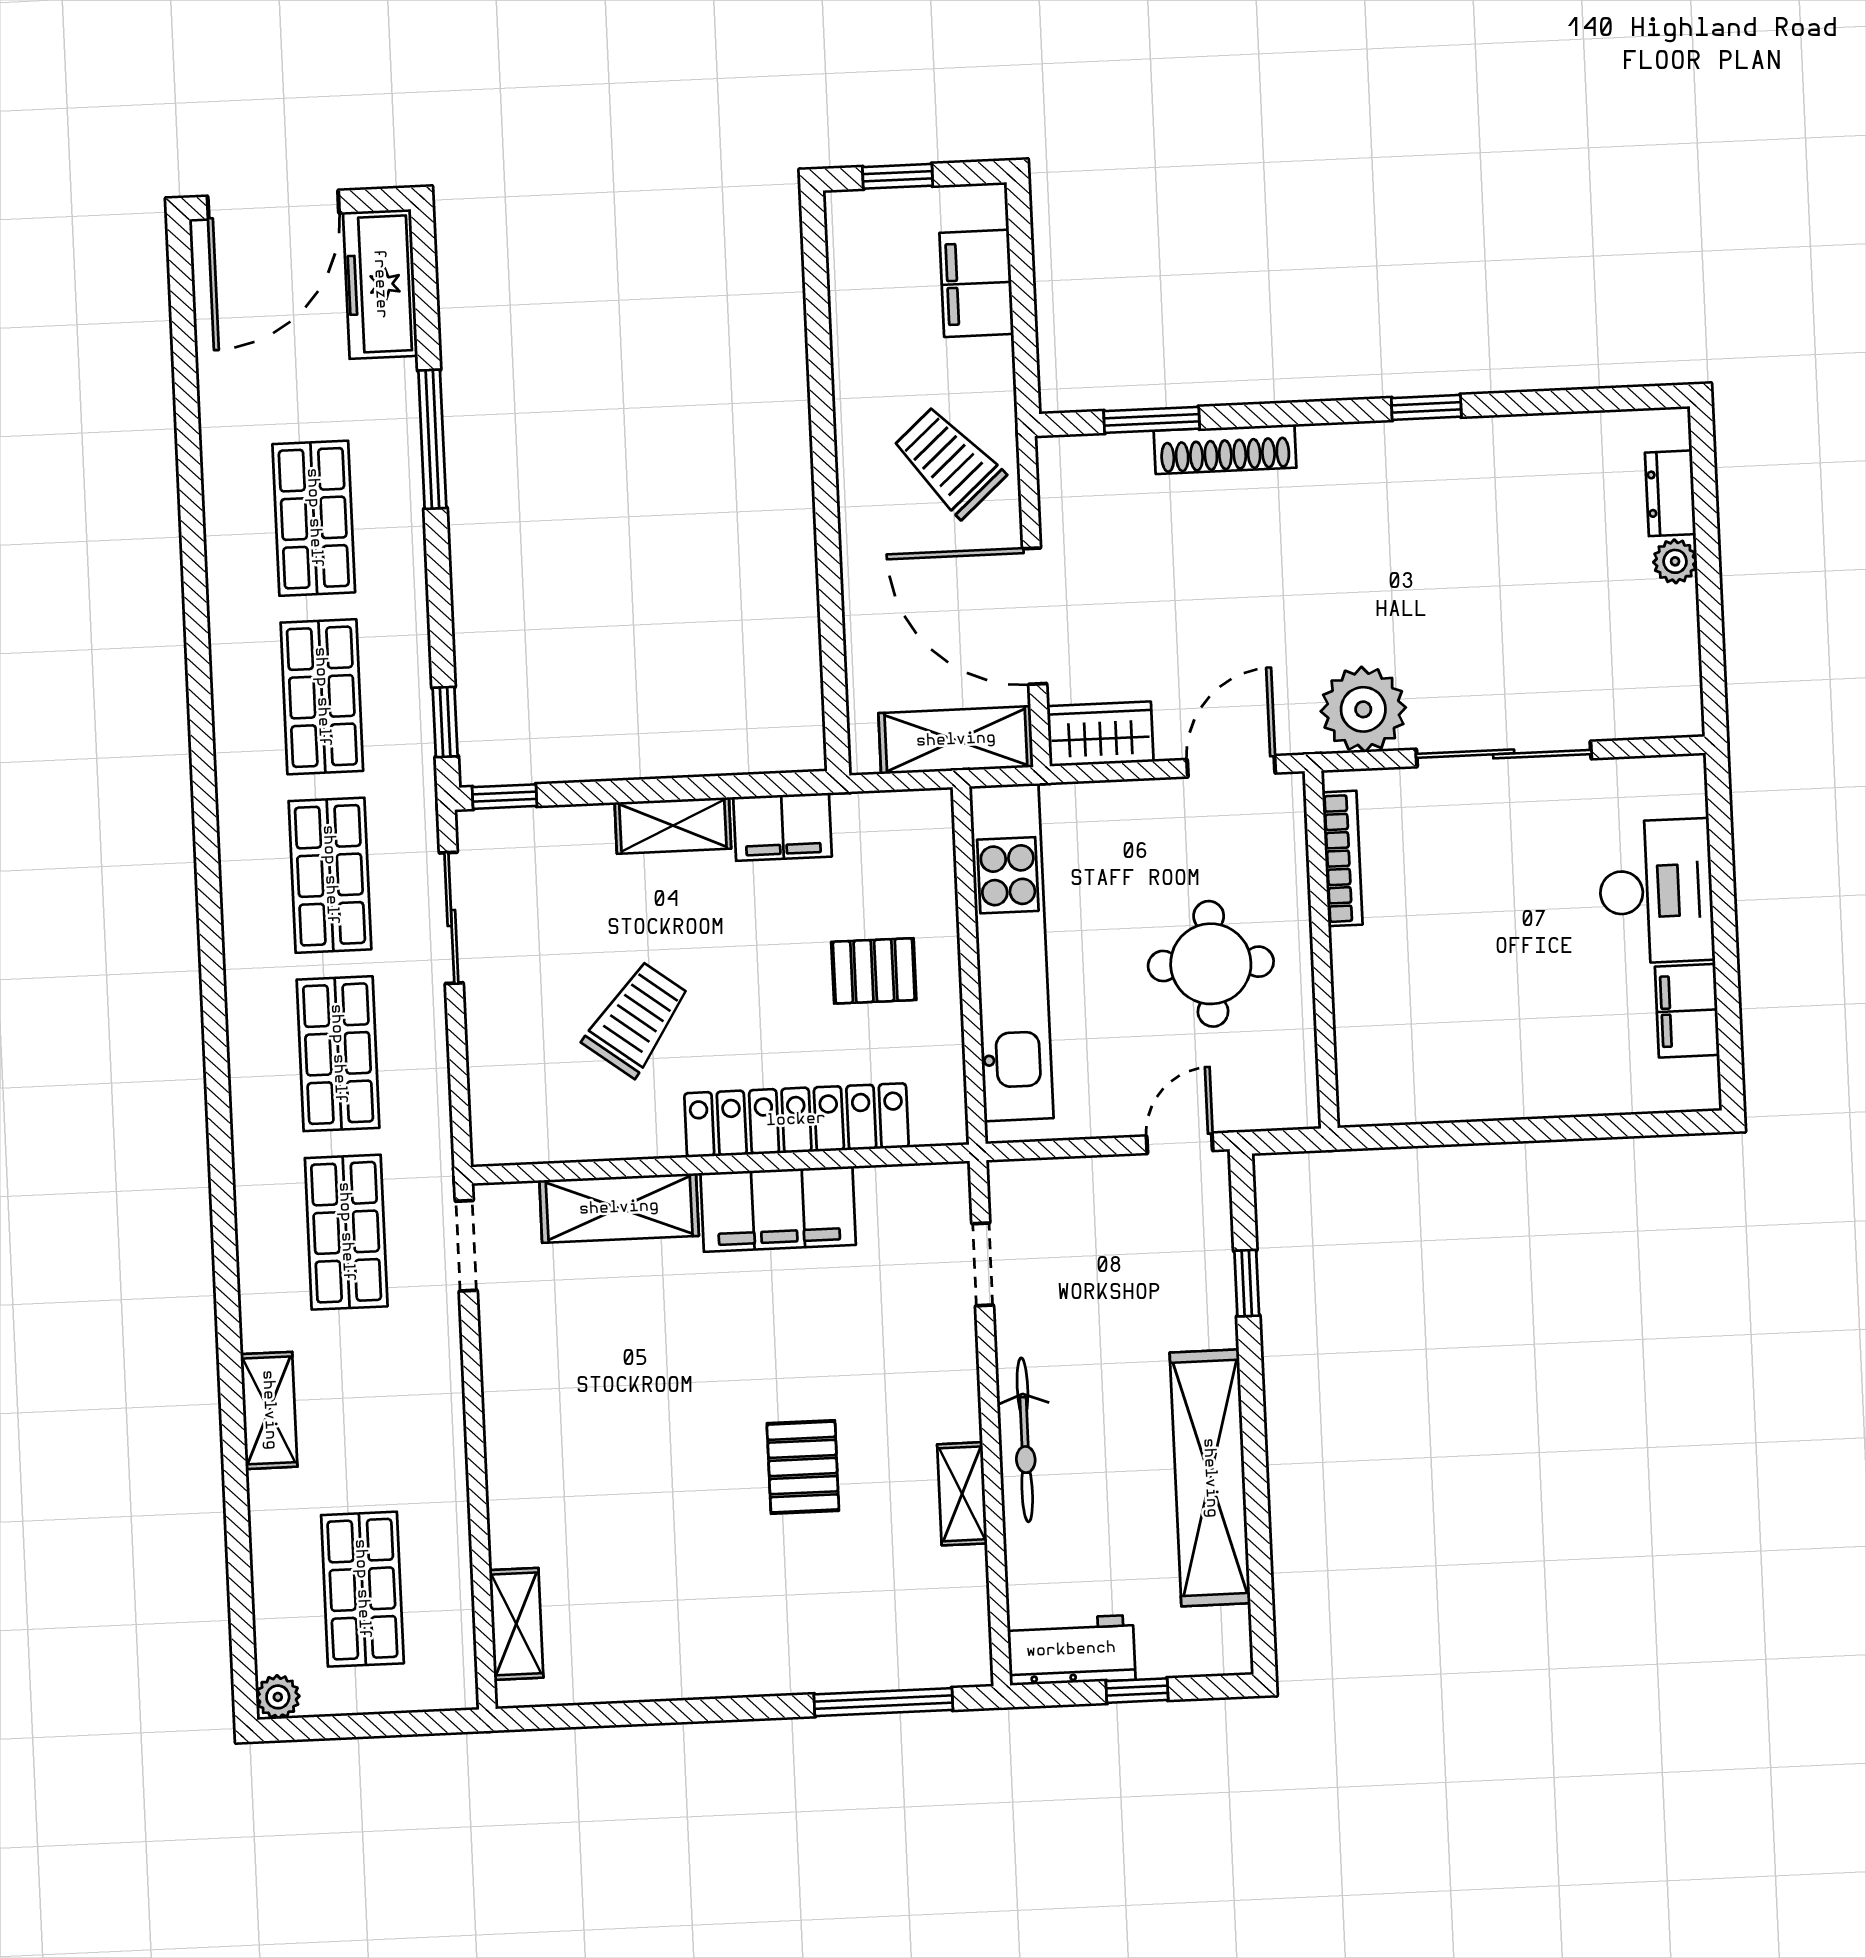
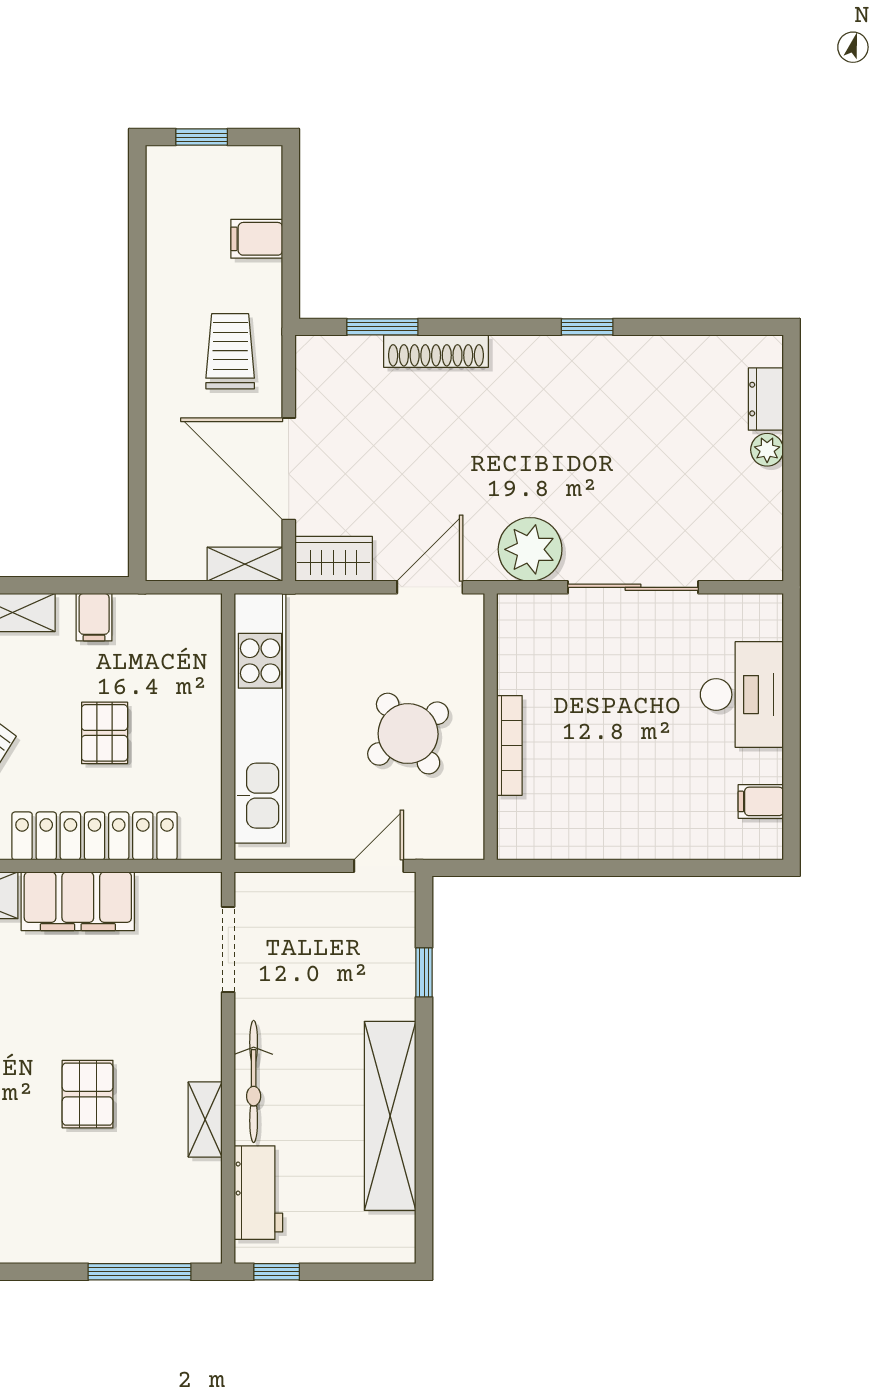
filing cabinet: (977, 283) -> (257, 239), width x0.50
trolley: (949, 462) -> (230, 351), turned 42
shelving: (956, 740) -> (245, 564), width x0.67, depth x0.75
filing cabinet: (782, 827) -> (94, 617), width x0.50
bookcase: (1342, 858) -> (509, 745), moved
round table: (1211, 964) -> (408, 734), turned -35
pallet: (874, 971) -> (105, 733), moved, turned 90
filing cabinet: (1687, 1011) -> (761, 801), width x0.50
doorway: (983, 1264) -> (228, 949), width x1.38
workbench: (1071, 1650) -> (258, 1193), moved, turned 90
window: (1137, 1691) -> (277, 1272), moved

